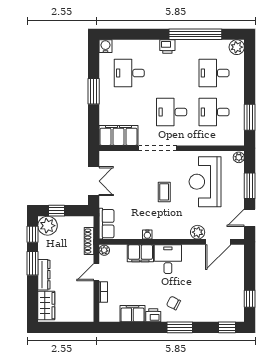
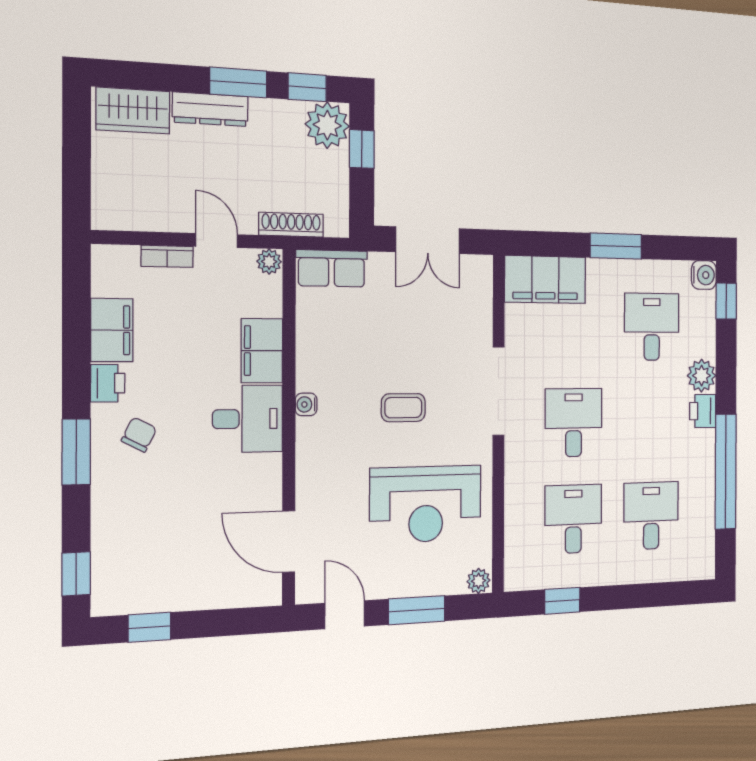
window: (117, 34) -> (726, 301), added
plant: (237, 47) -> (702, 376), moved
window: (250, 117) -> (562, 601), width x0.67
filing cabinet: (118, 135) -> (545, 280), moved, turned 90
reception desk: (205, 182) -> (426, 504), turned 180
plant: (198, 232) -> (311, 490), removed
water cooler: (147, 235) -> (306, 404), moved

